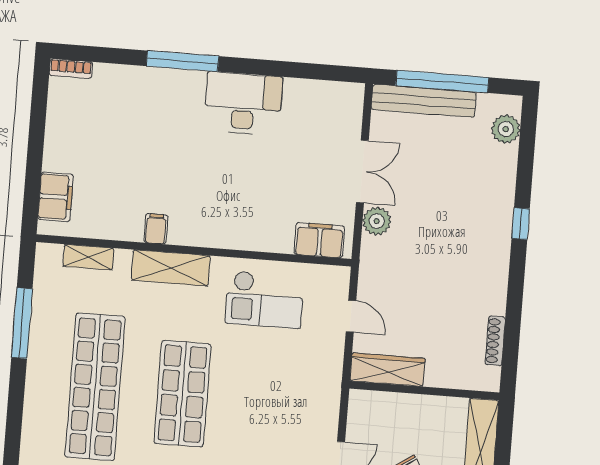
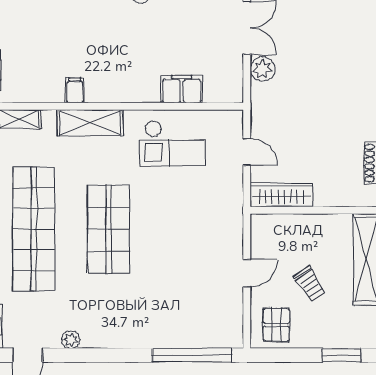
filing cabinet: (319, 240) -> (182, 89), moved

